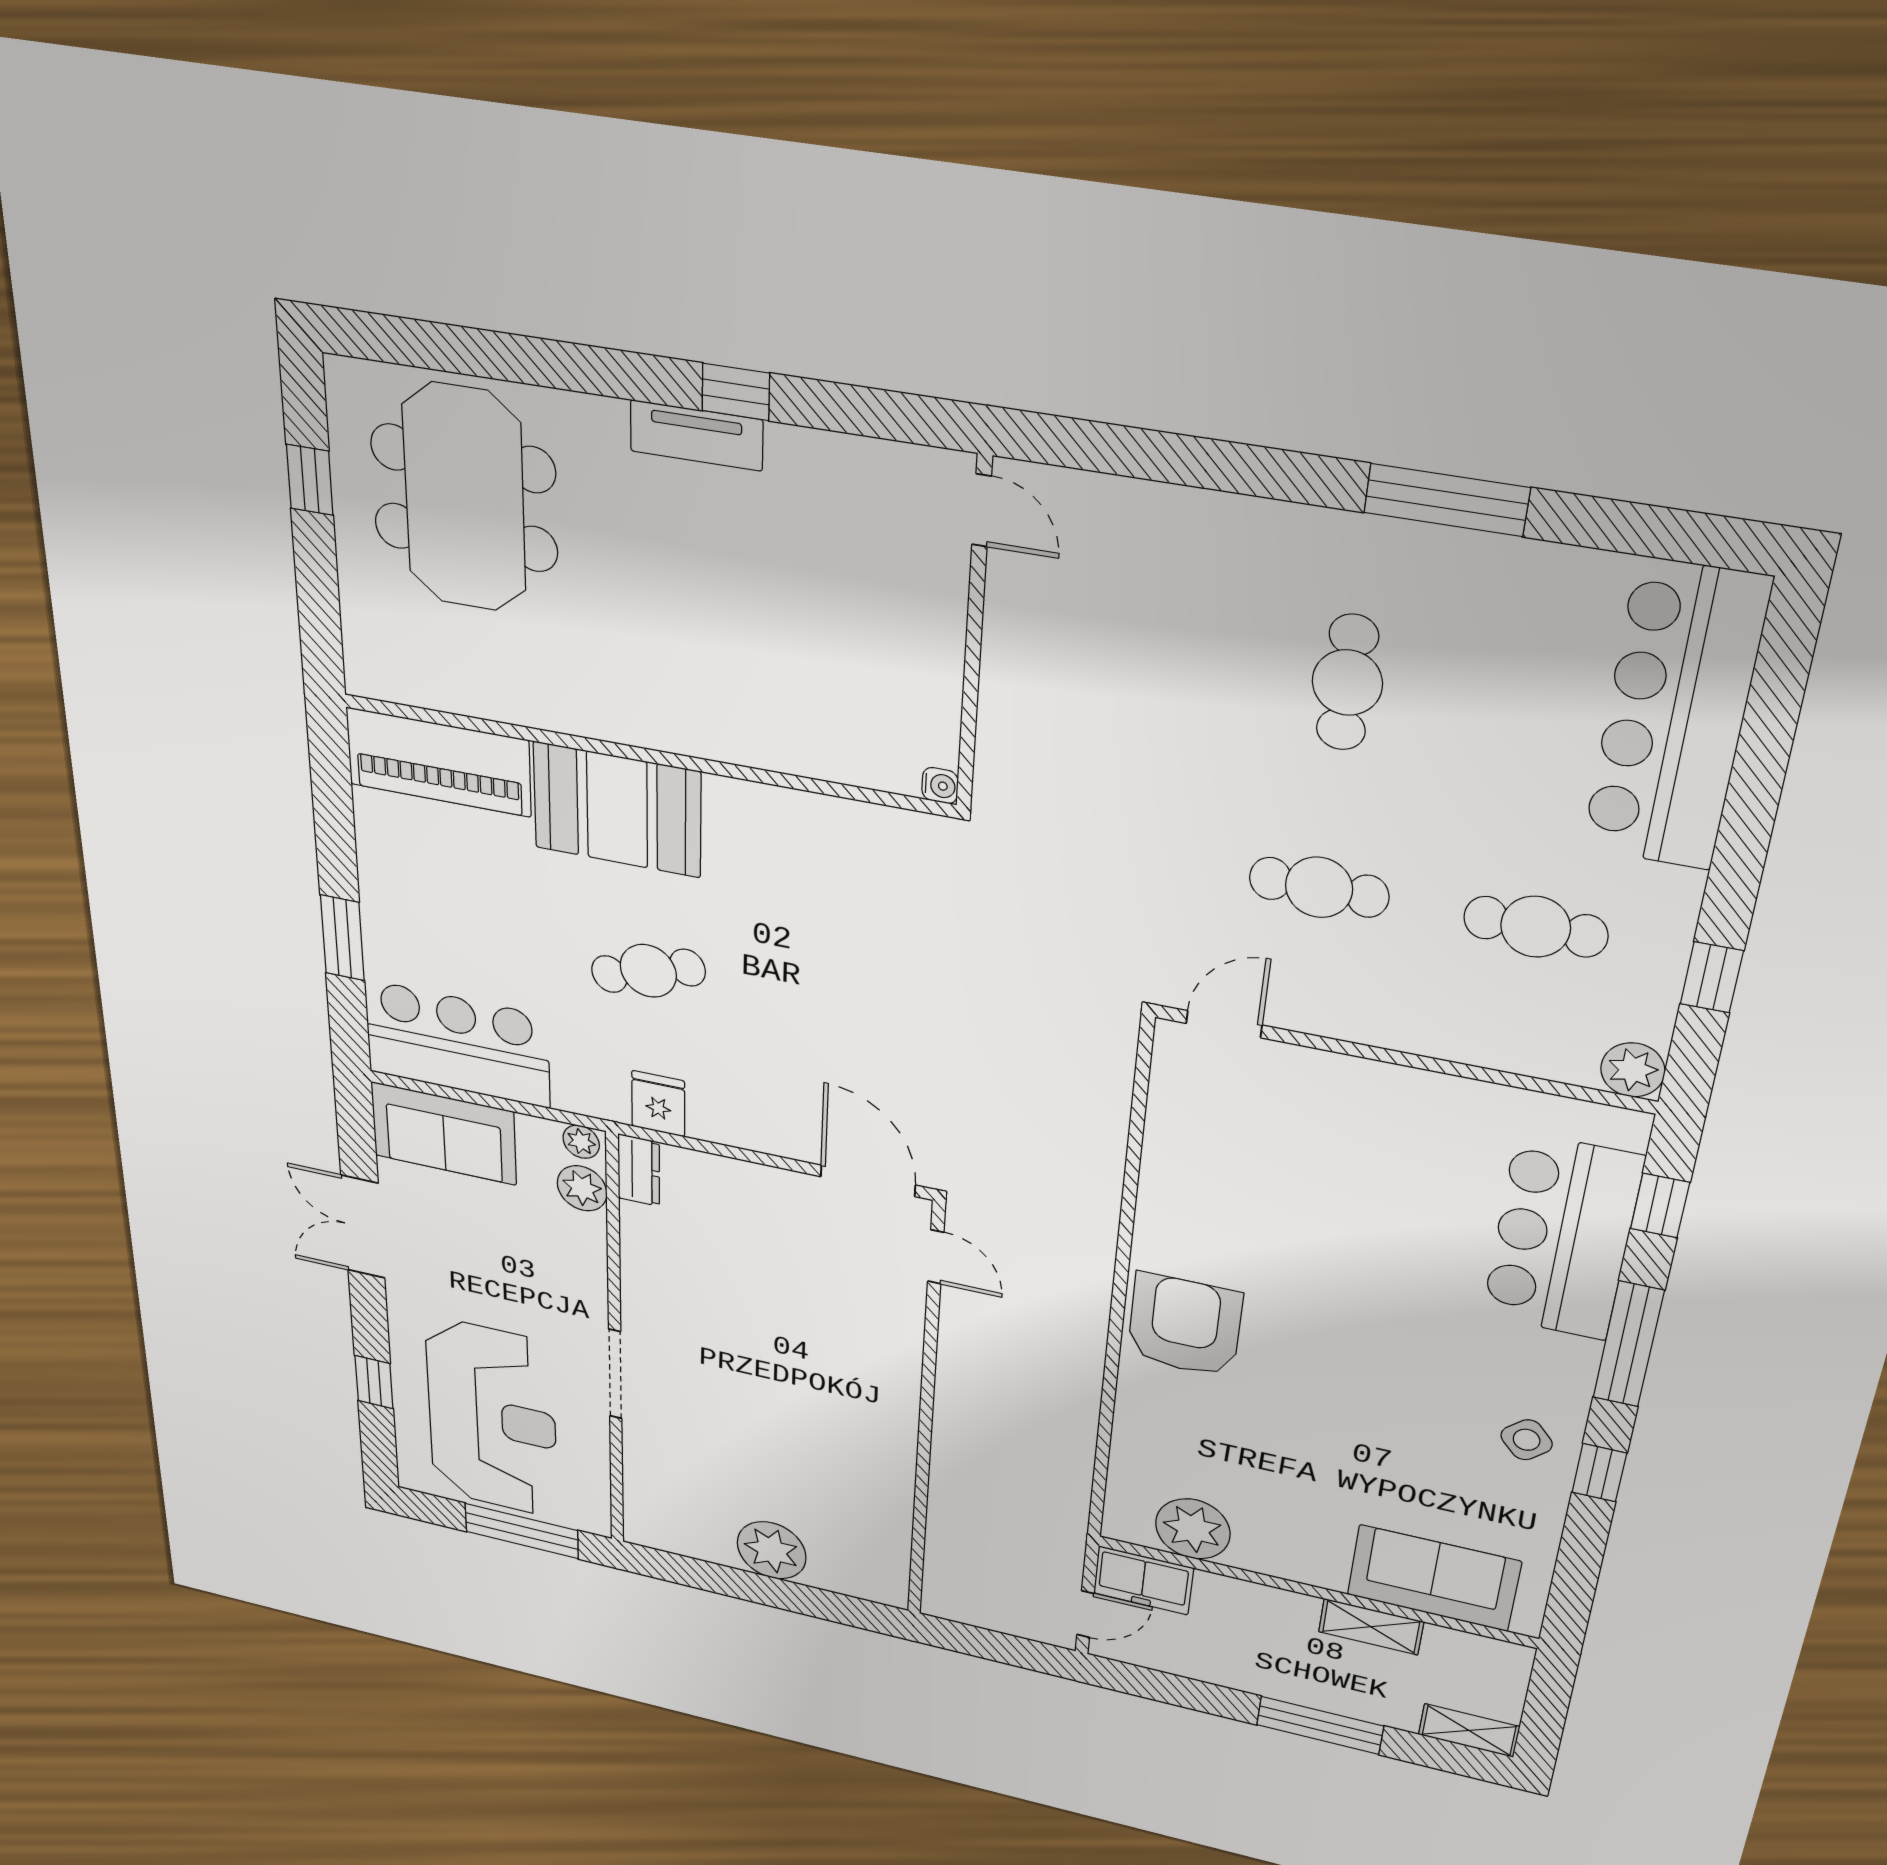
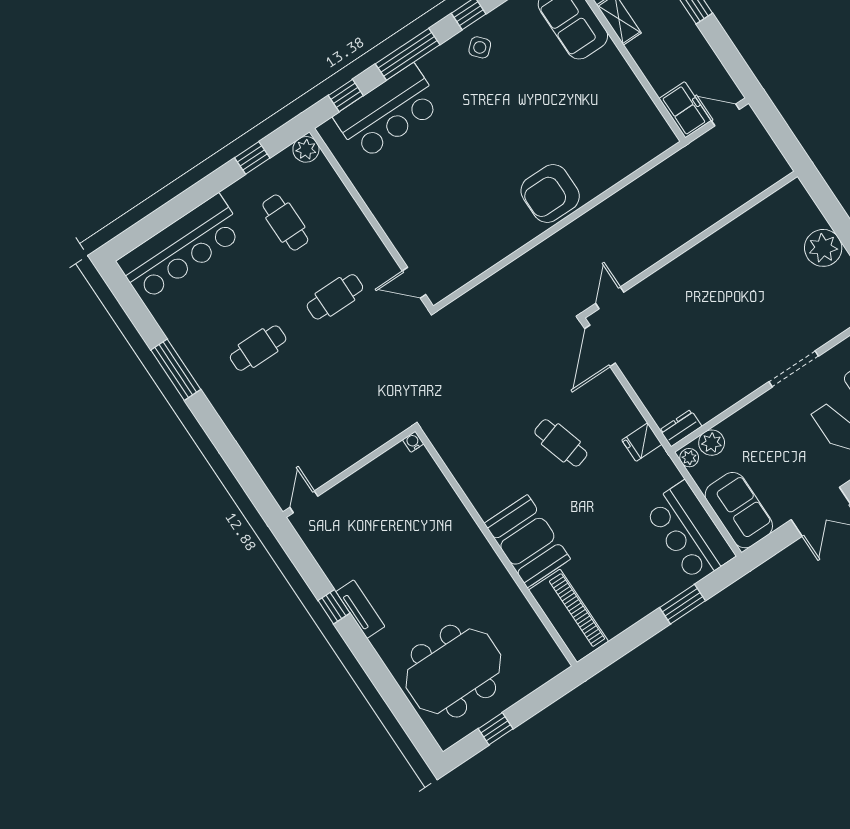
cafe table: (1319, 887) -> (335, 297), turned 90
cafe table: (648, 971) -> (561, 443), moved
plant: (1193, 1529) -> (640, 114), removed

